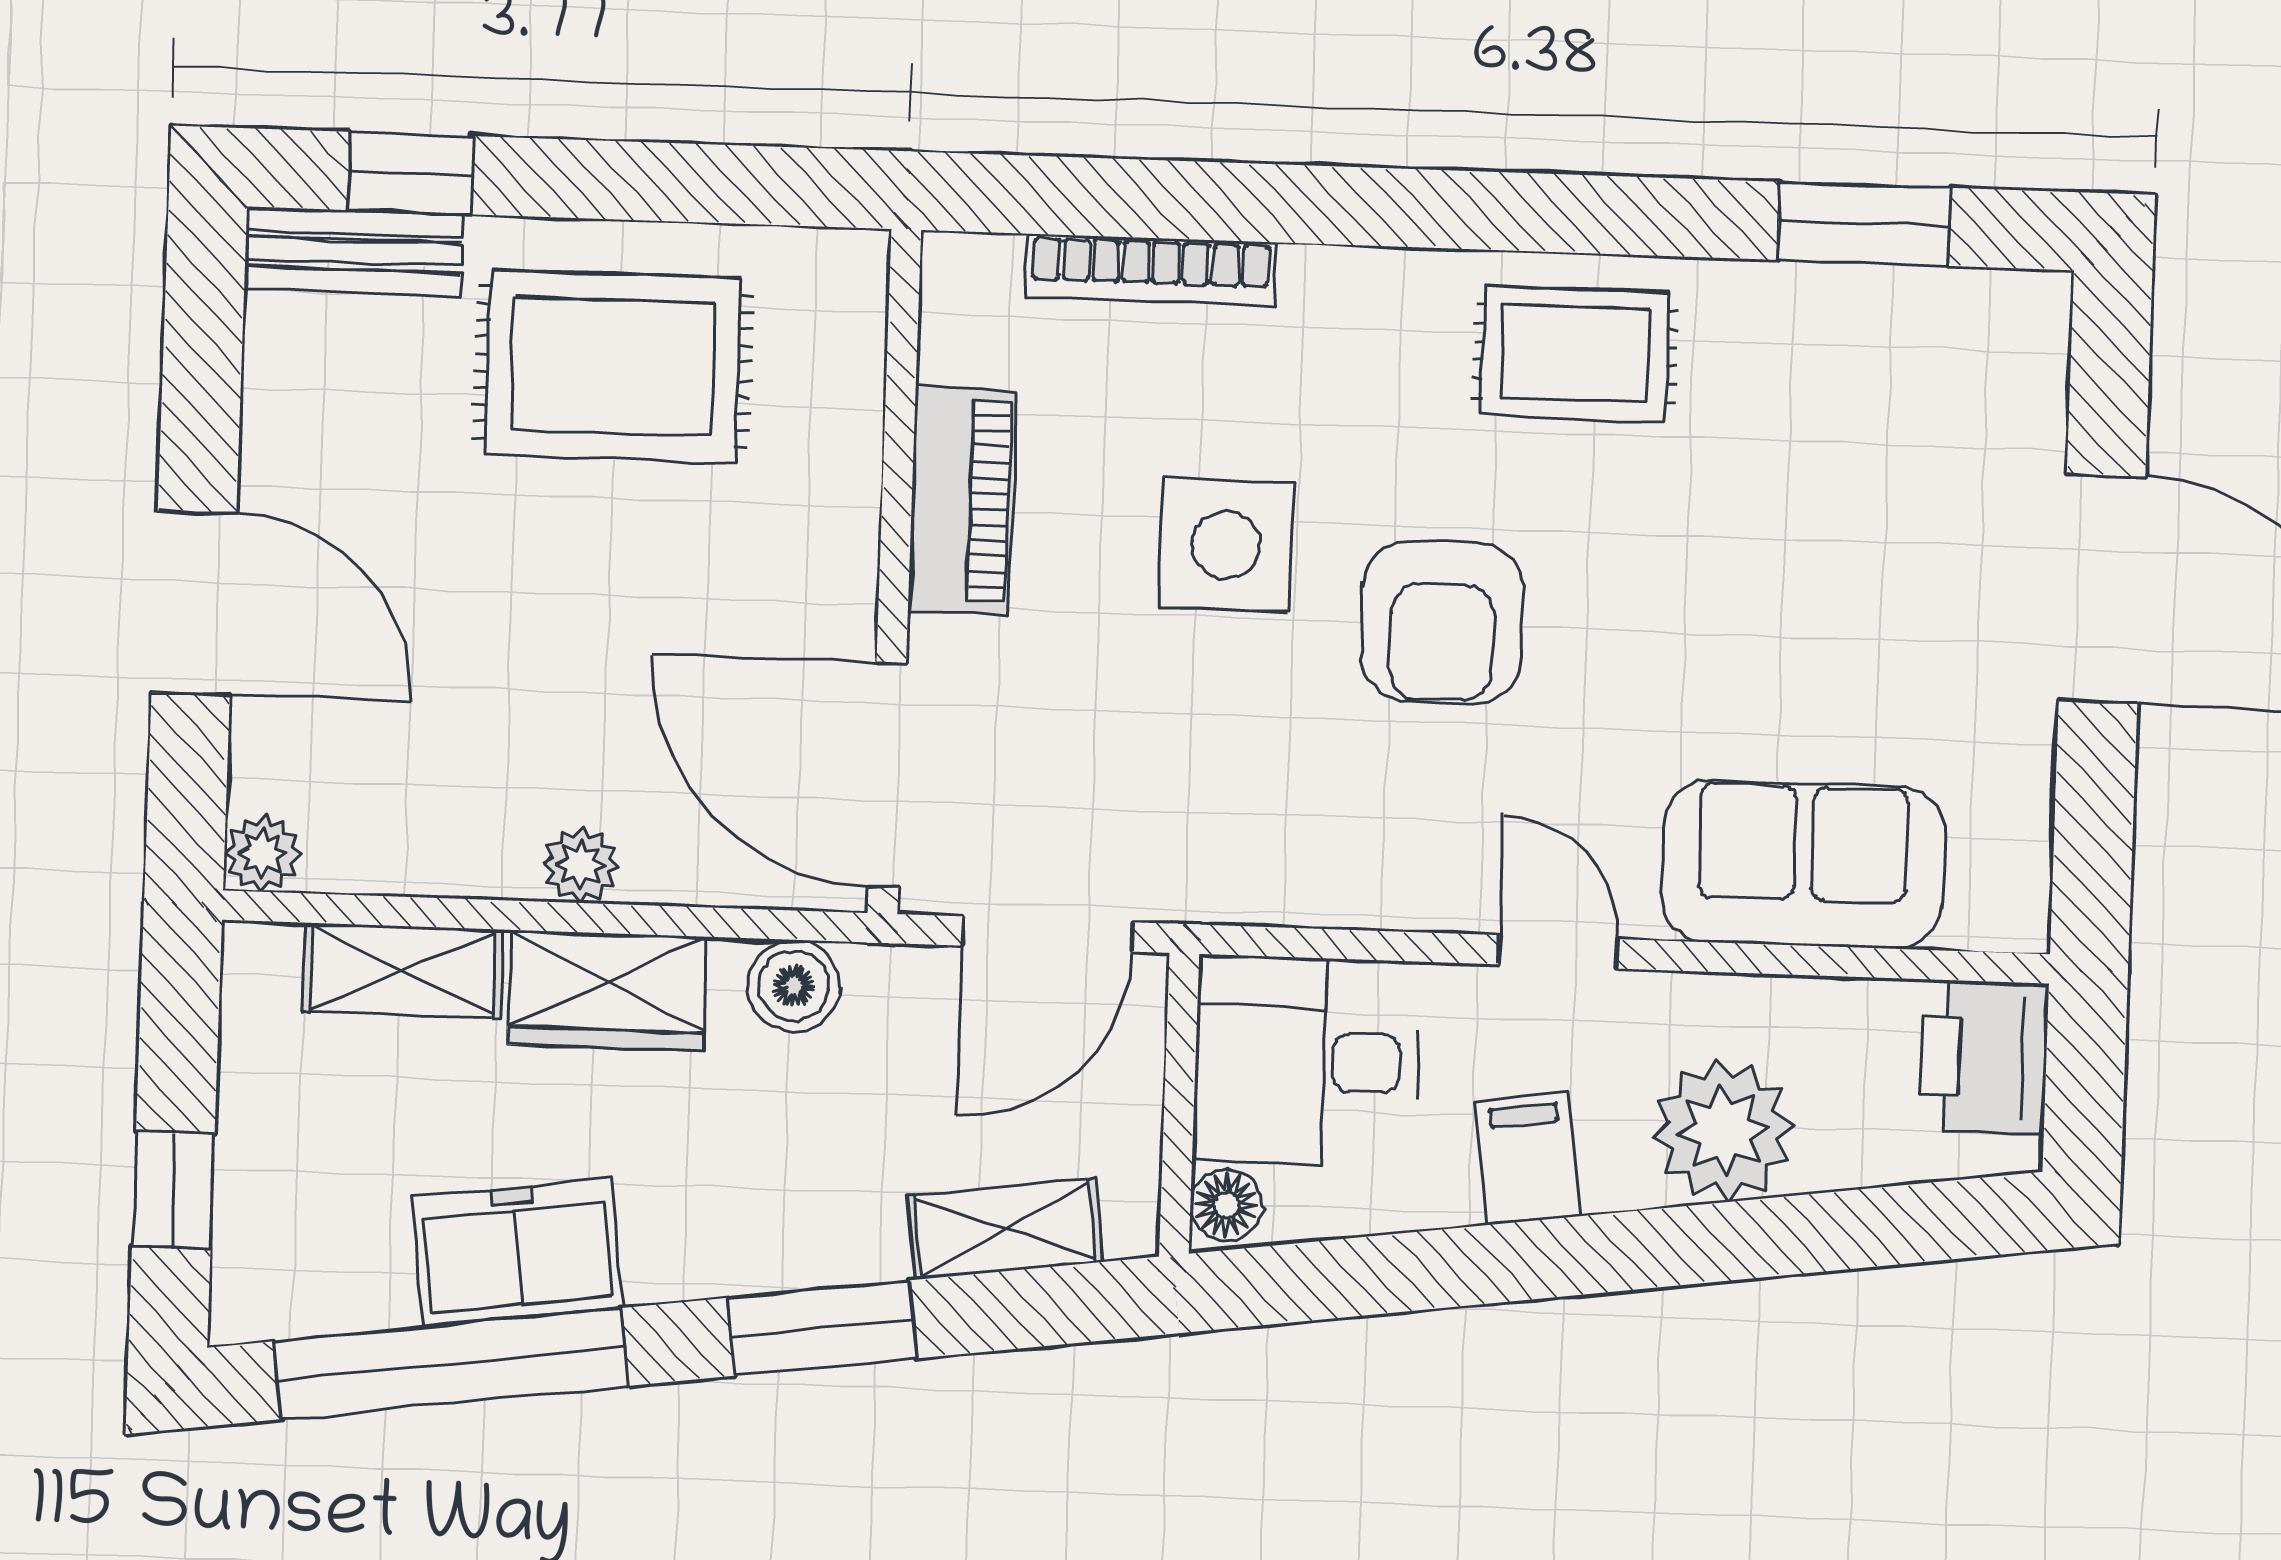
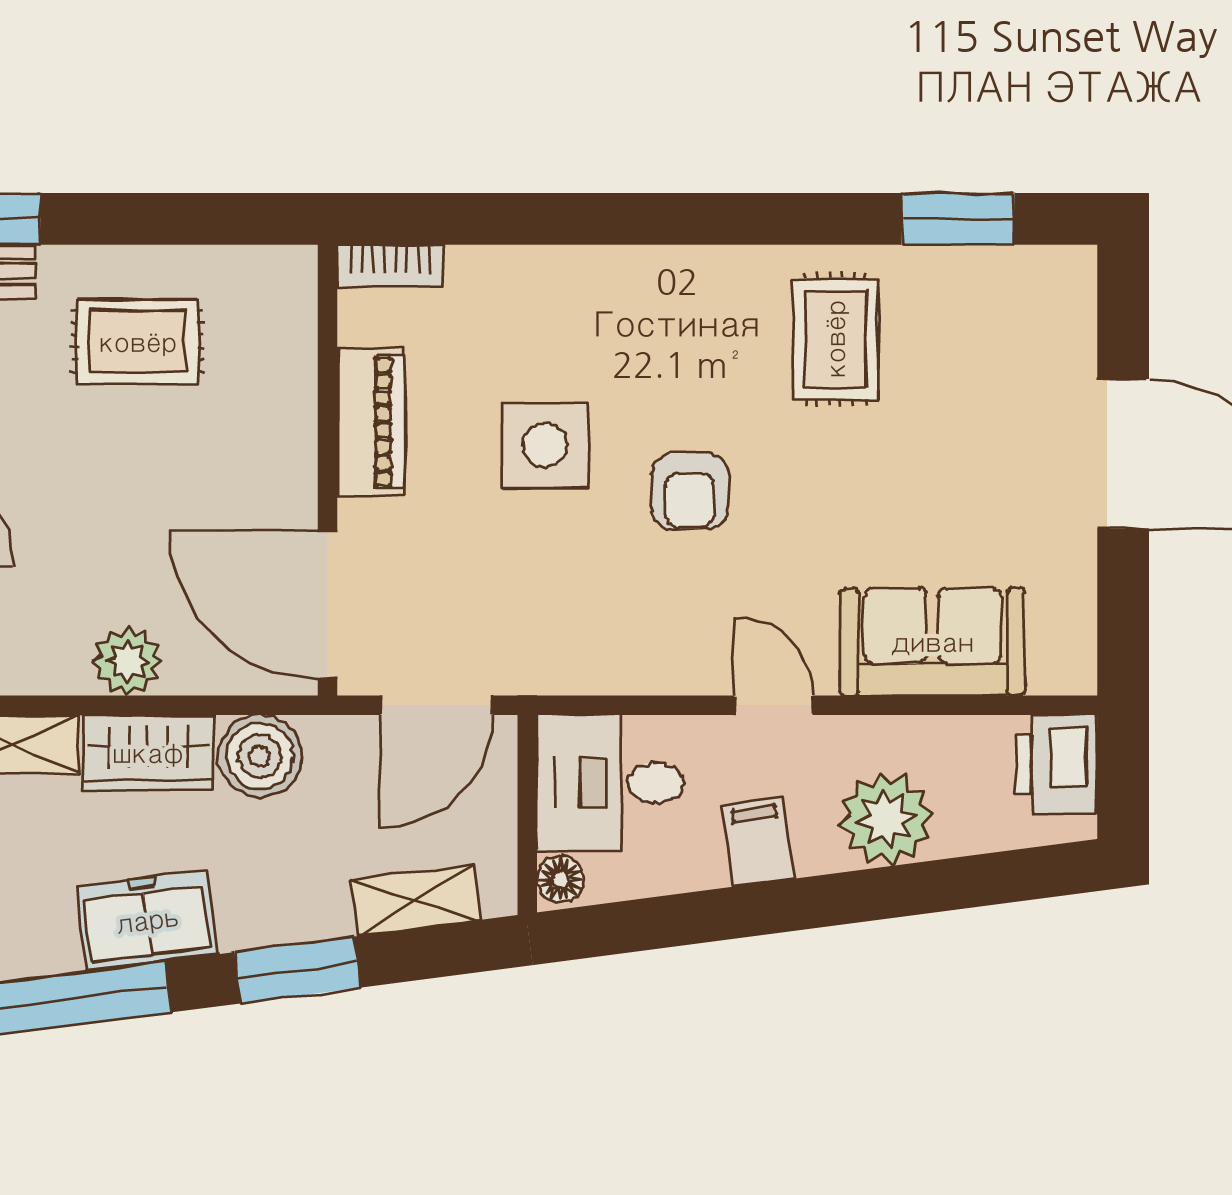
bookcase: (1151, 270) -> (390, 266), moved, width x0.64
rug: (1575, 354) -> (835, 339), moved, turned 90
rug: (613, 367) -> (138, 342), width x0.73, depth x0.70
armchair: (1442, 623) -> (690, 491), width x0.72, depth x0.72
plant: (581, 865) -> (128, 661), width x1.38, depth x1.38
boiler: (794, 986) -> (260, 756), width x1.36, depth x1.36
freezer: (518, 1252) -> (147, 920), moved

